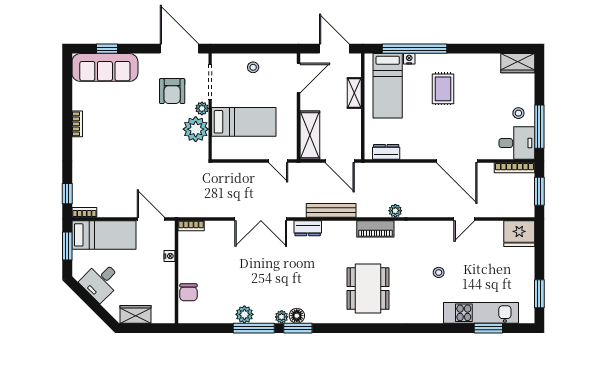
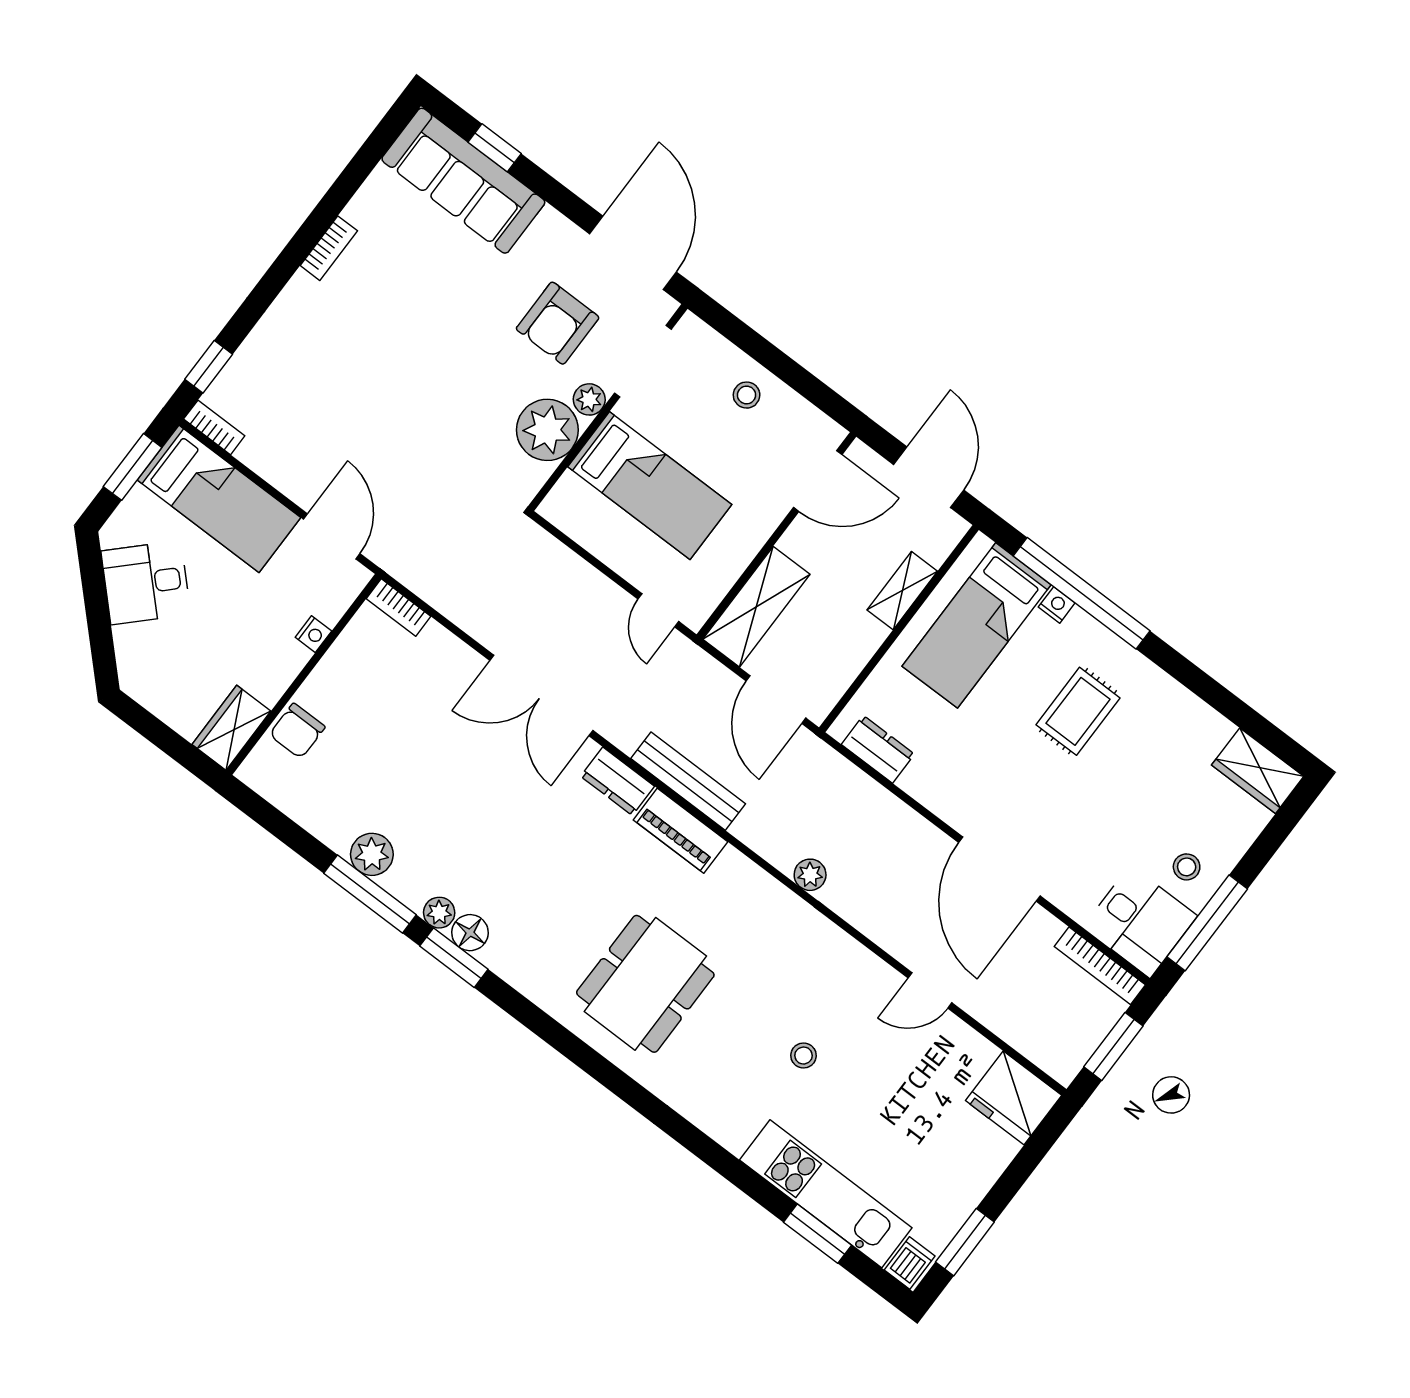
piano: (375, 229) -> (681, 831), moved
wardrobe: (135, 314) -> (231, 728), moved, turned -90
dishwasher: (526, 315) -> (910, 1263), added

